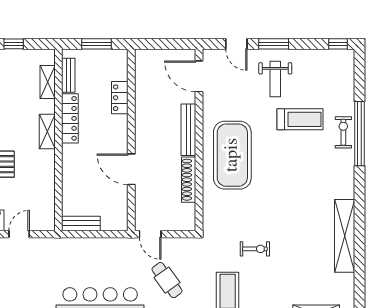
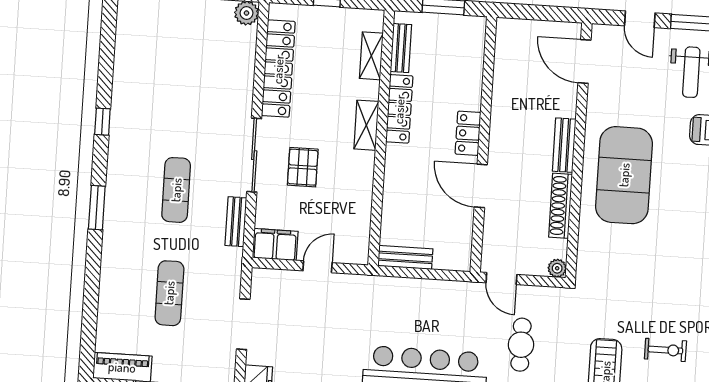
locker: (120, 98) -> (468, 133), moved
bench: (188, 130) -> (564, 145), width x0.73
plant: (189, 224) -> (557, 268), added
exercise bike: (255, 249) -> (665, 350), moved
cafe table: (167, 280) -> (521, 345), turned 36

